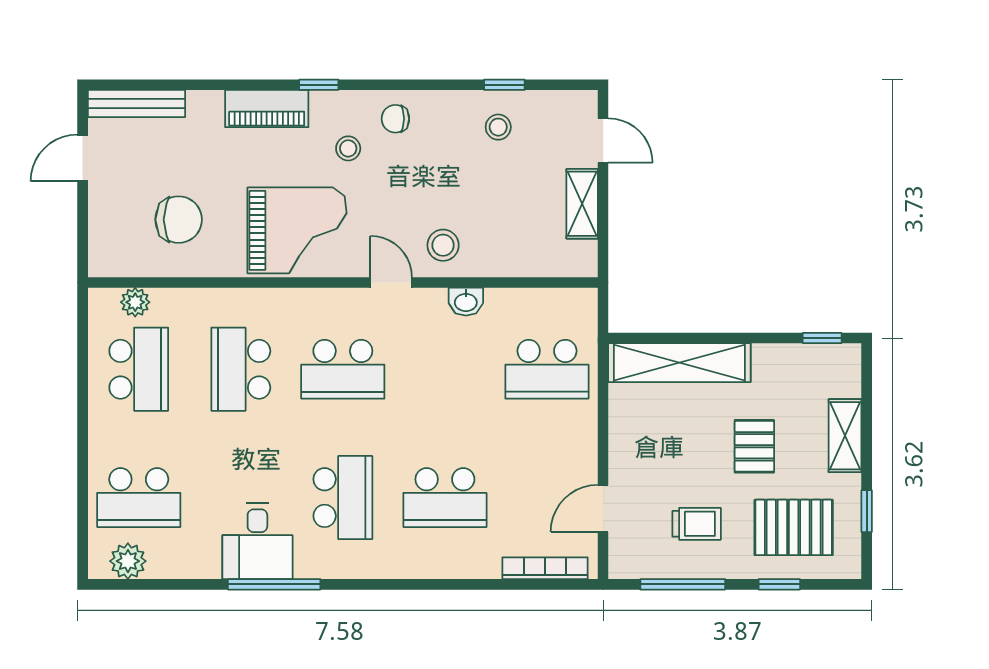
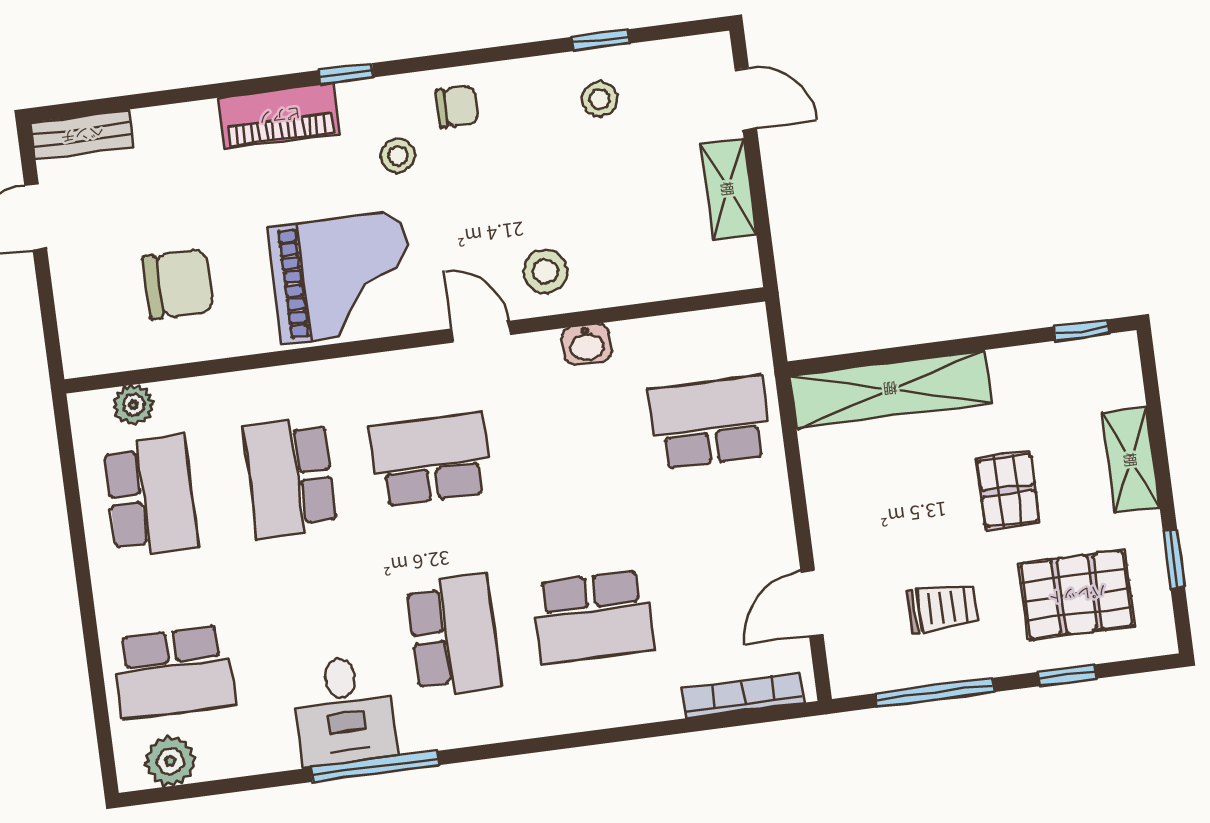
bench: (136, 104) -> (82, 135), width x0.73
chair: (395, 119) -> (457, 106), turned 180
school desk: (343, 369) -> (430, 459), turned 180
school desk: (547, 369) -> (710, 422), turned 180

